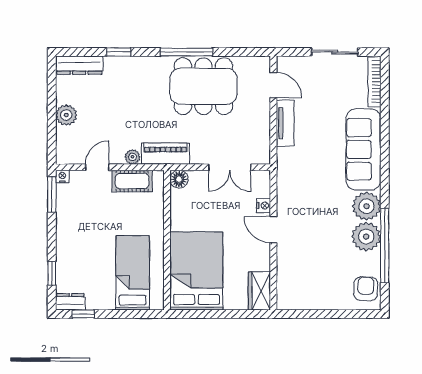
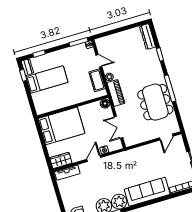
plant: (66, 115) -> (121, 37), removed
tv unit: (285, 123) -> (67, 173), moved
bed: (133, 273) -> (47, 79), moved

